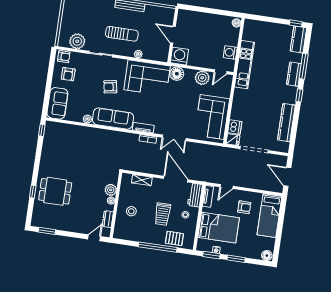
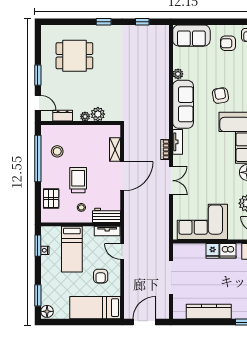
dishwasher: (235, 127) -> (228, 251), moved
window: (42, 130) -> (142, 22), moved
double door: (174, 138) -> (171, 181), swing flipped
fridge: (233, 140) -> (213, 251), moved
door: (176, 179) -> (122, 176), moved
dining table: (55, 191) -> (74, 56), moved, turned 90
window: (33, 192) -> (104, 22), moved
stool: (131, 211) -> (57, 151), moved
trolley: (163, 214) -> (78, 180), turned 90
bed: (219, 228) -> (72, 249), width x0.67
window: (47, 231) -> (38, 75), moved
window: (158, 247) -> (38, 158), moved
window: (236, 259) -> (38, 295), moved

